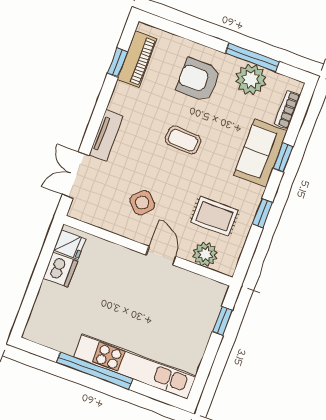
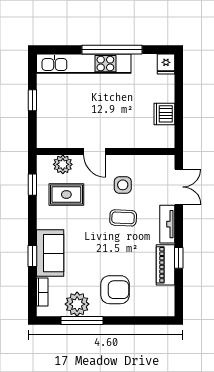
piano: (137, 59) -> (165, 265), moved
window: (117, 63) -> (179, 258), moved
coffee table: (183, 140) -> (123, 218), moved
side table: (142, 203) -> (123, 185), turned 45
window: (262, 213) -> (32, 185), moved
fridge: (70, 245) -> (166, 64), moved, turned -90
window: (222, 321) -> (32, 100), moved

